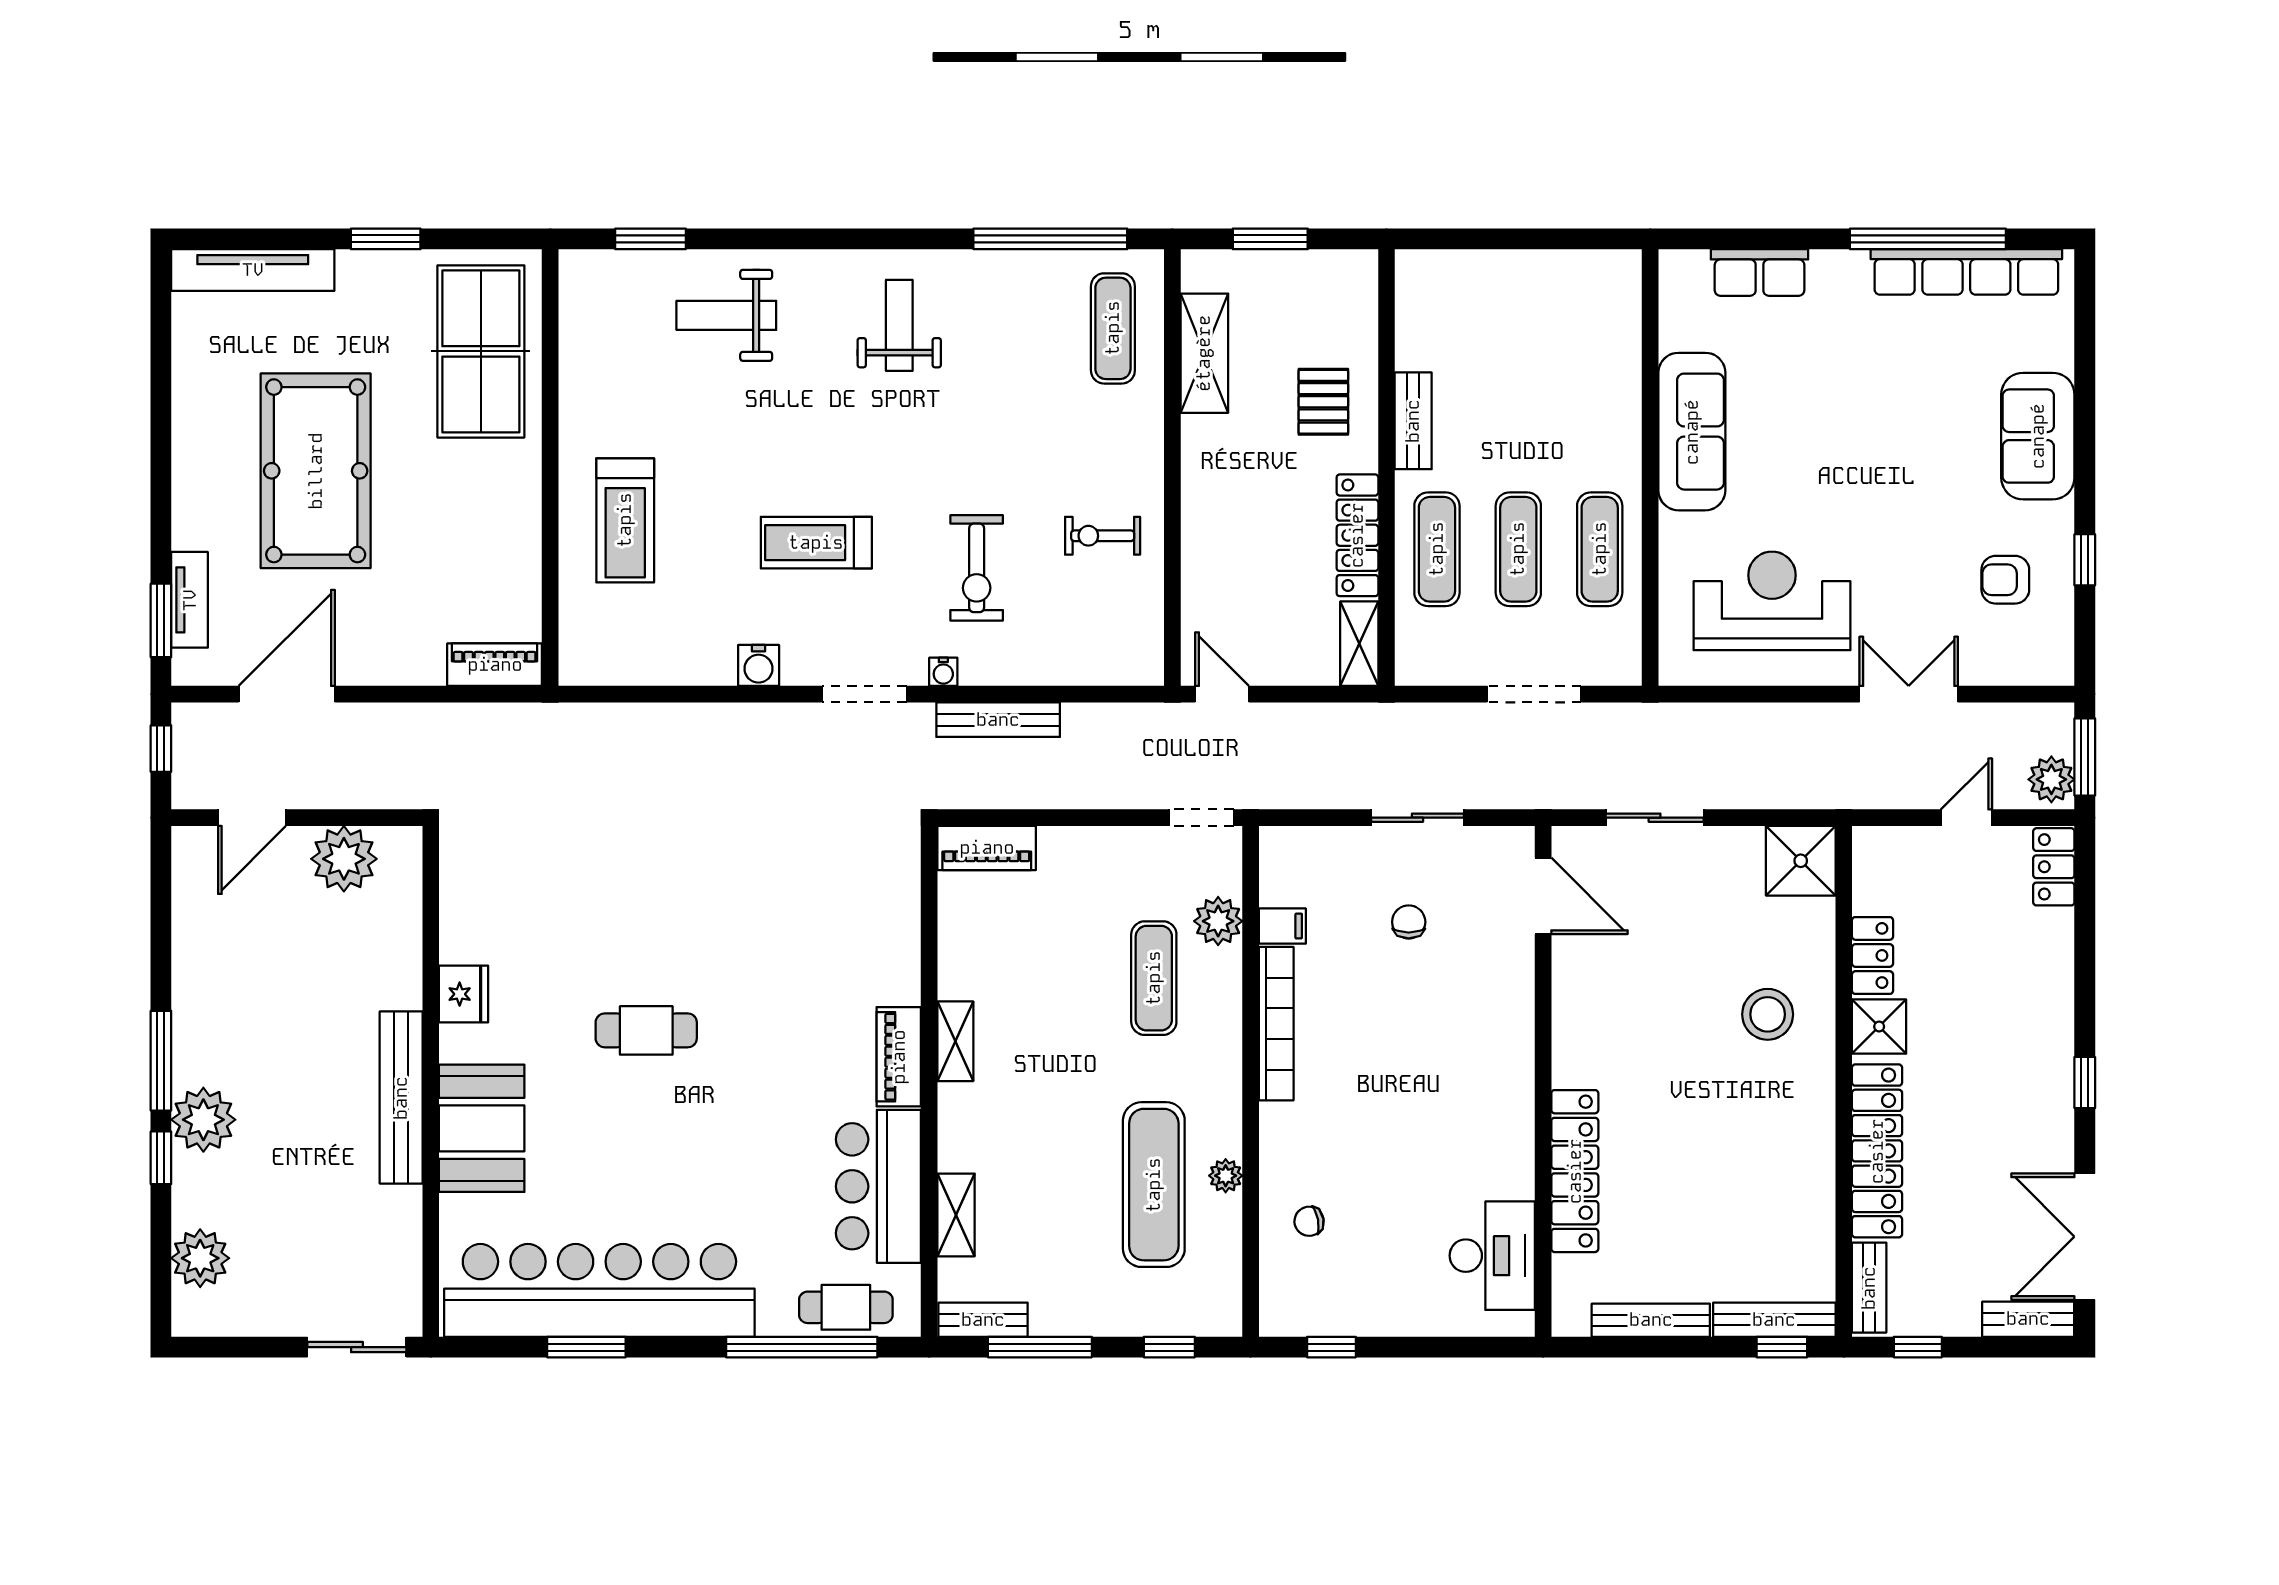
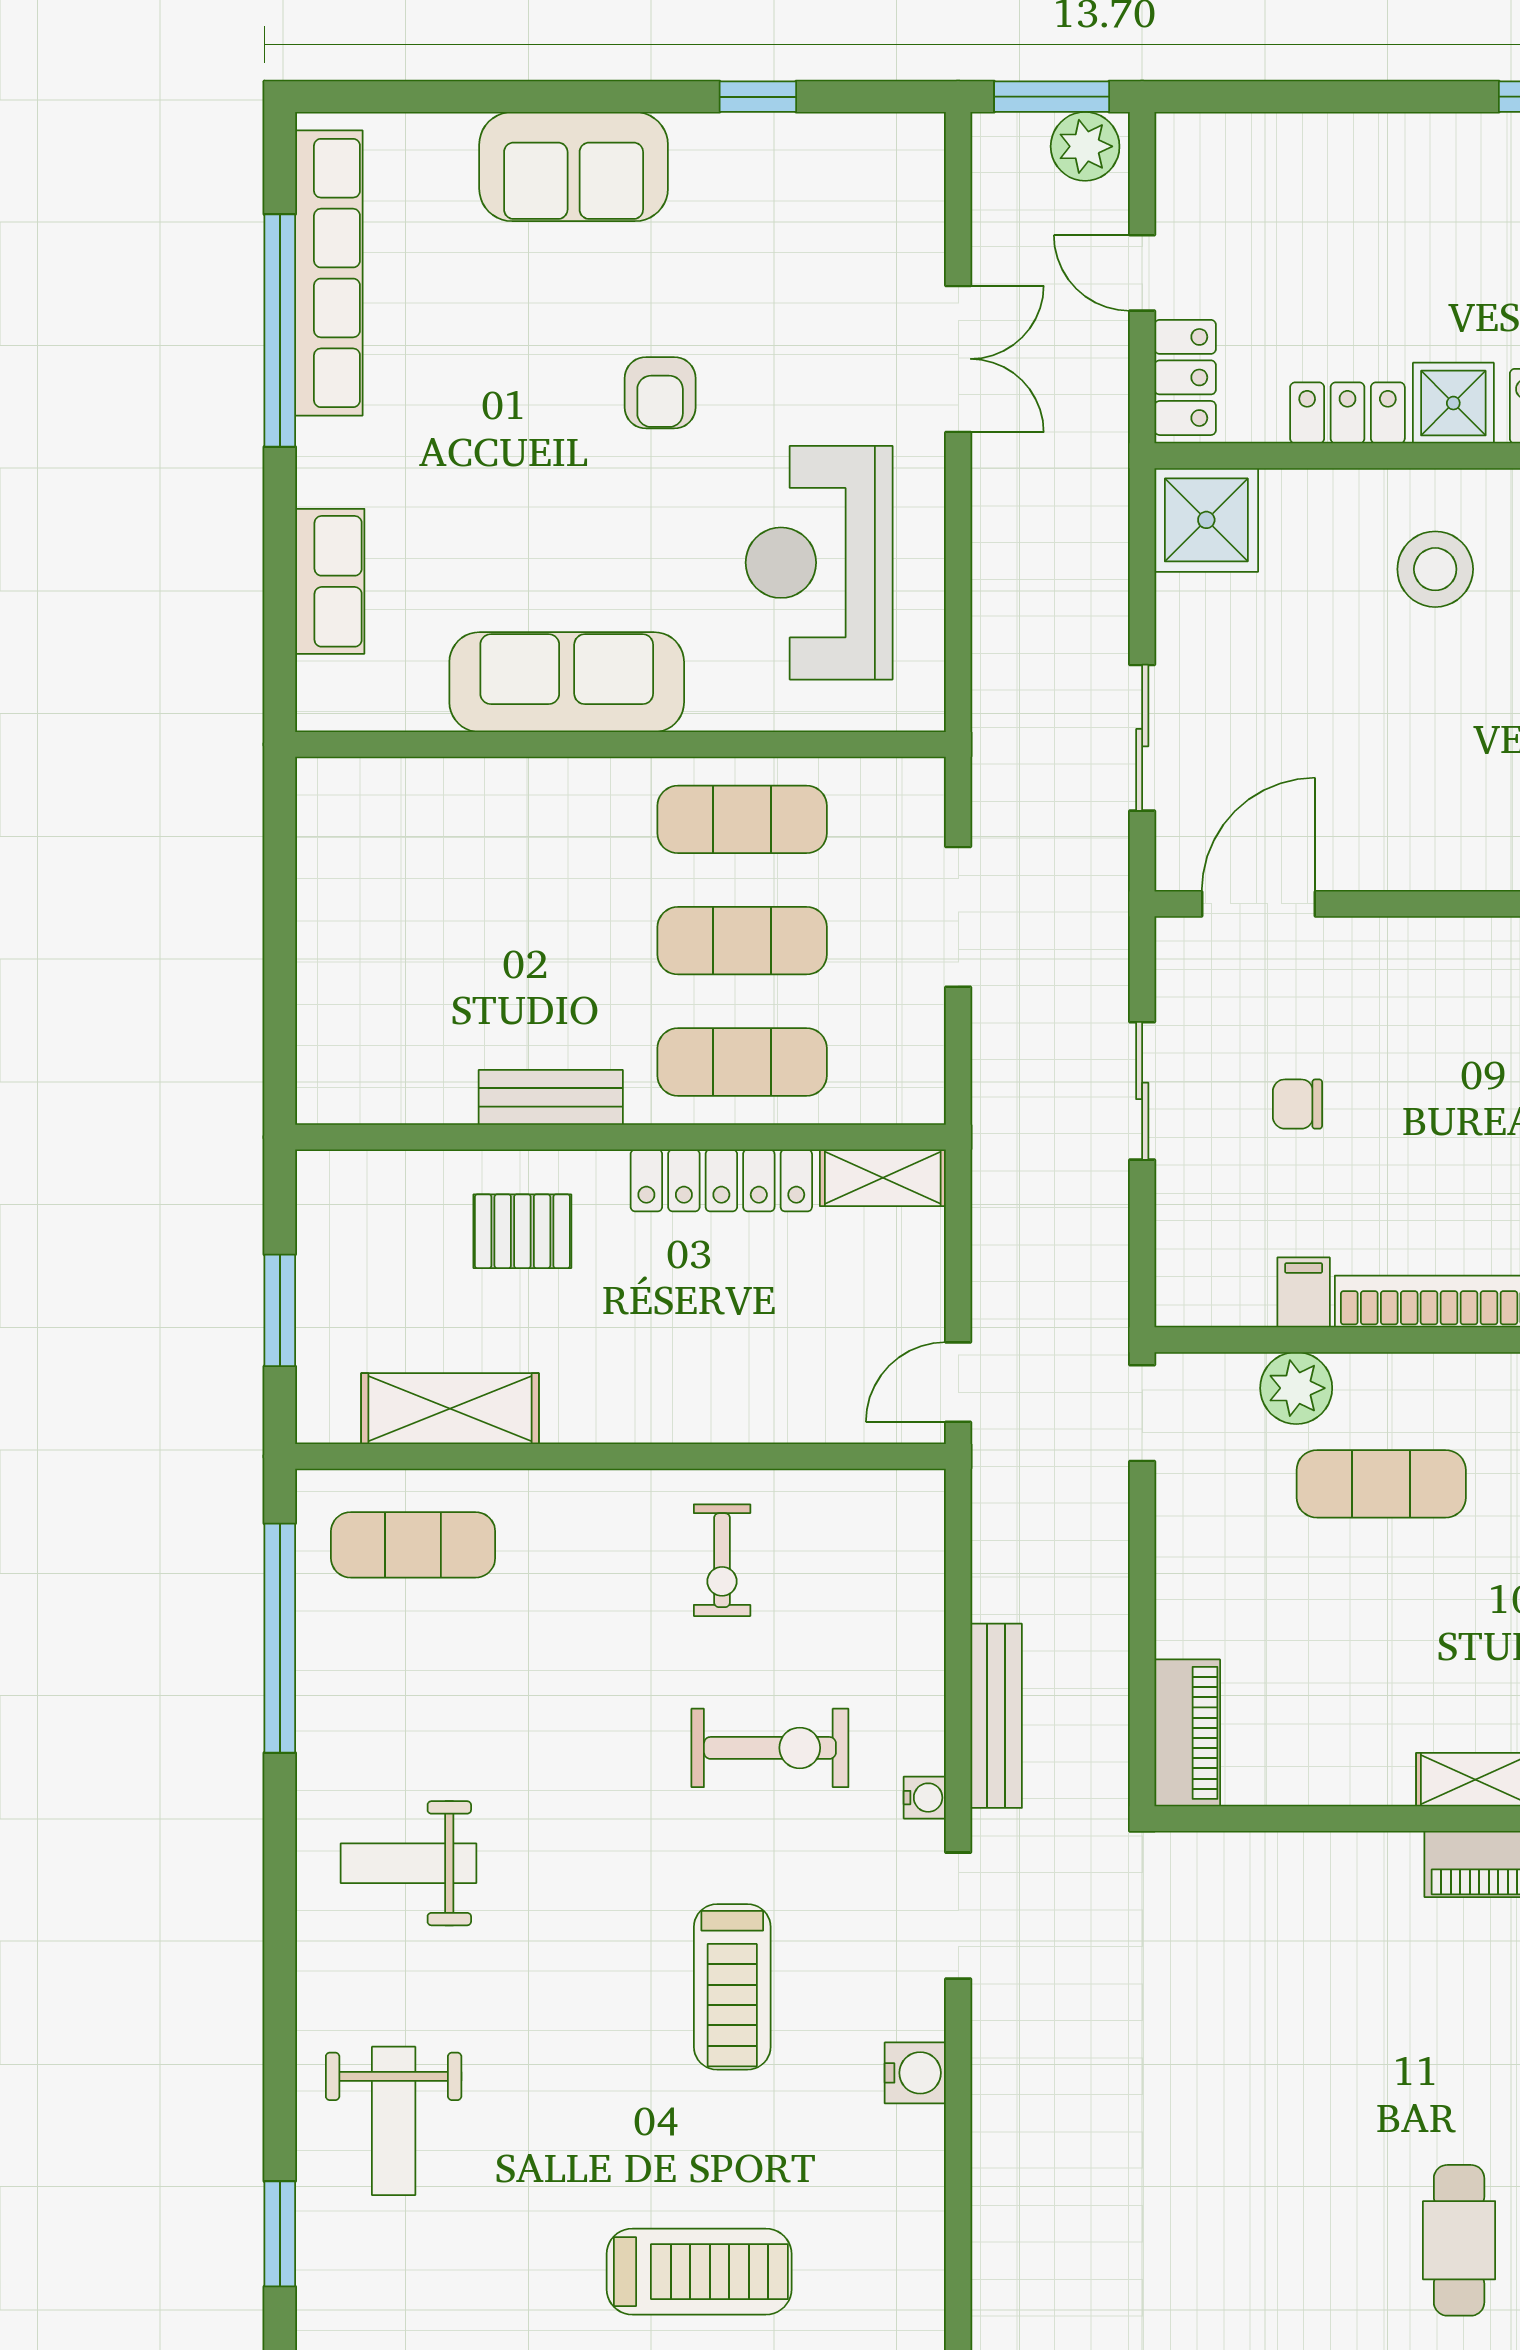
armchair: (2005, 580) -> (660, 393), moved
double door: (1909, 694) -> (958, 359), swing flipped
locker: (2054, 867) -> (1185, 377), moved, turned -90

